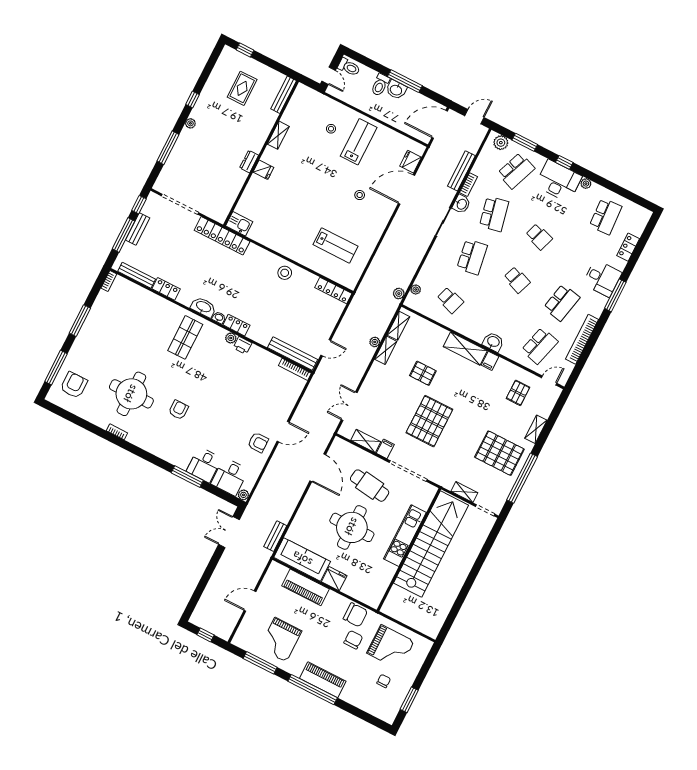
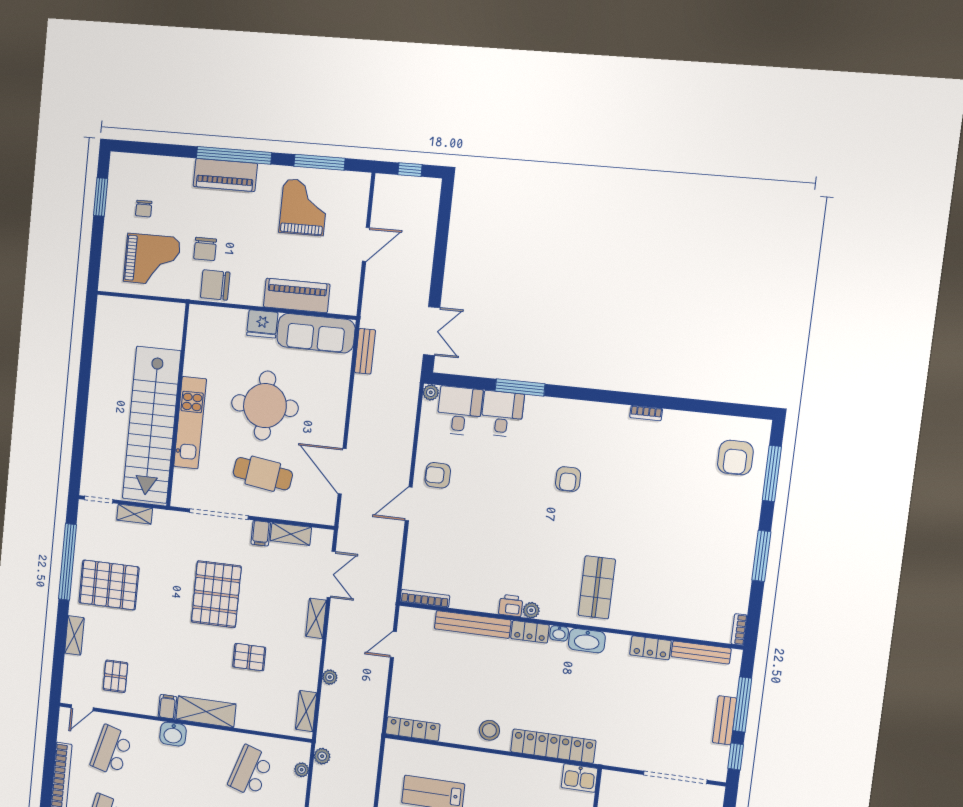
locker: (222, 236) -> (553, 746), moved
school desk: (450, 300) -> (250, 771), width x1.85
shelving: (386, 350) -> (316, 618), moved
bench: (293, 353) -> (473, 624), moved
round table: (131, 394) -> (645, 477), removed
grand piano: (391, 647) -> (152, 260), turned 180

